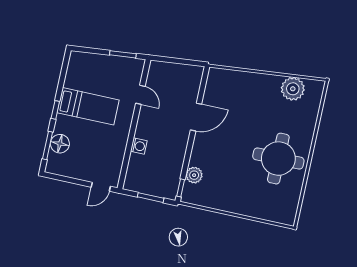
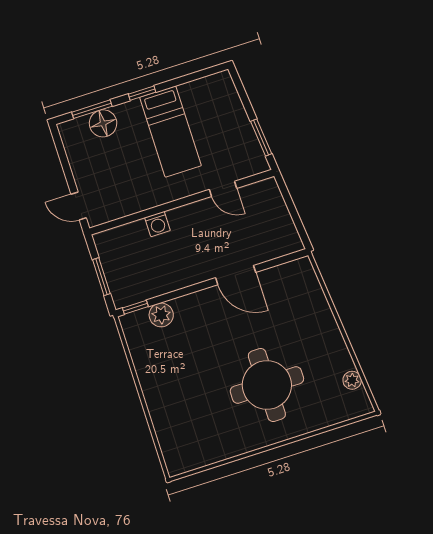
plant: (293, 89) -> (352, 380), width x0.53, depth x0.53
door: (140, 95) -> (223, 189), hinge flipped
round table: (278, 159) -> (267, 385), moved

